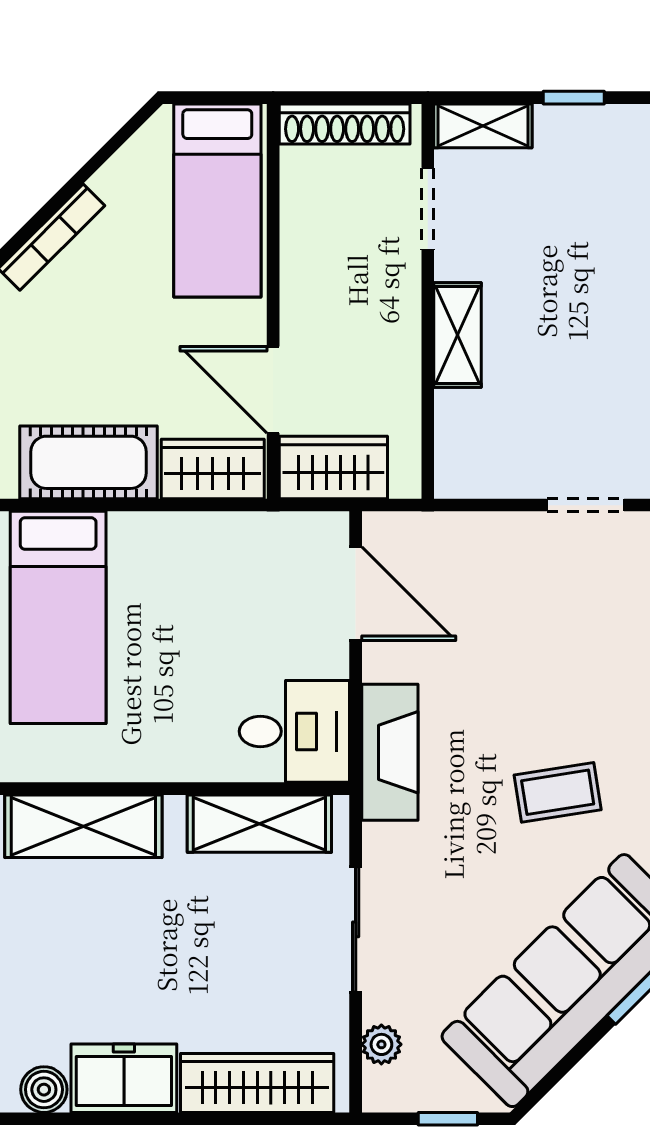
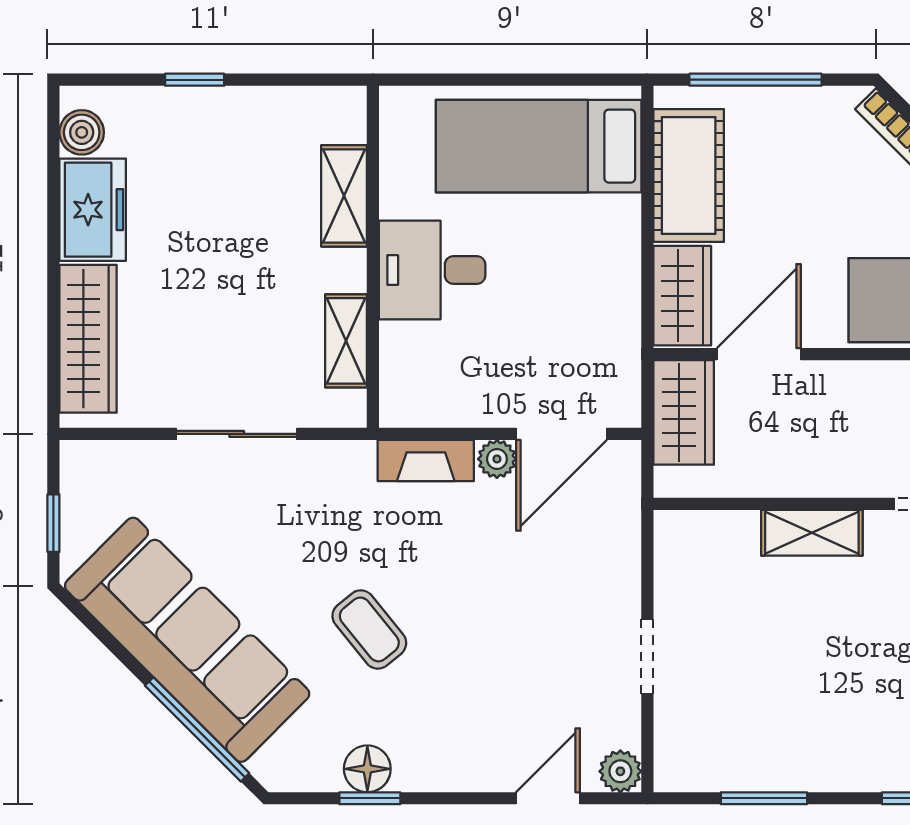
desk: (294, 731) -> (432, 270), moved, turned 90
fireplace: (390, 752) -> (426, 461), width x0.73, depth x0.76
coffee table: (558, 792) -> (369, 629), turned -30
shelving: (259, 824) -> (346, 341), width x0.67, depth x0.75
shelving: (83, 826) -> (344, 196), width x0.67, depth x0.75
plant: (381, 1044) -> (497, 459), moved

